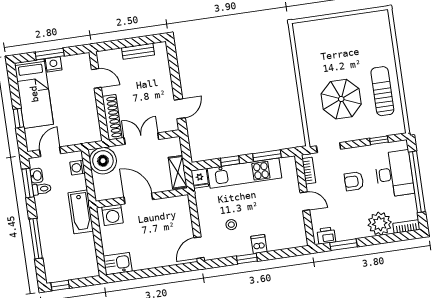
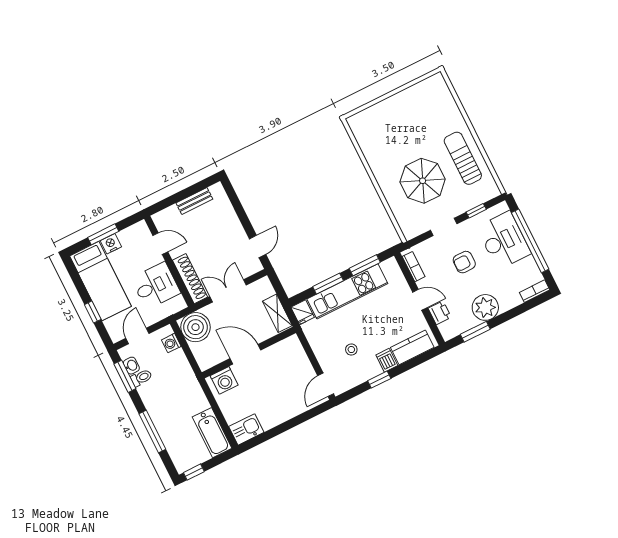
desk: (80, 113) -> (156, 286), added
doorway: (329, 148) -> (444, 227), moved
window: (230, 161) -> (328, 284), width x1.50
bathtub: (81, 212) -> (212, 433), moved
plant: (380, 224) -> (485, 307), moved
printer: (326, 235) -> (440, 313), moved, turned 90
kitchen counter: (285, 240) -> (412, 347), added

